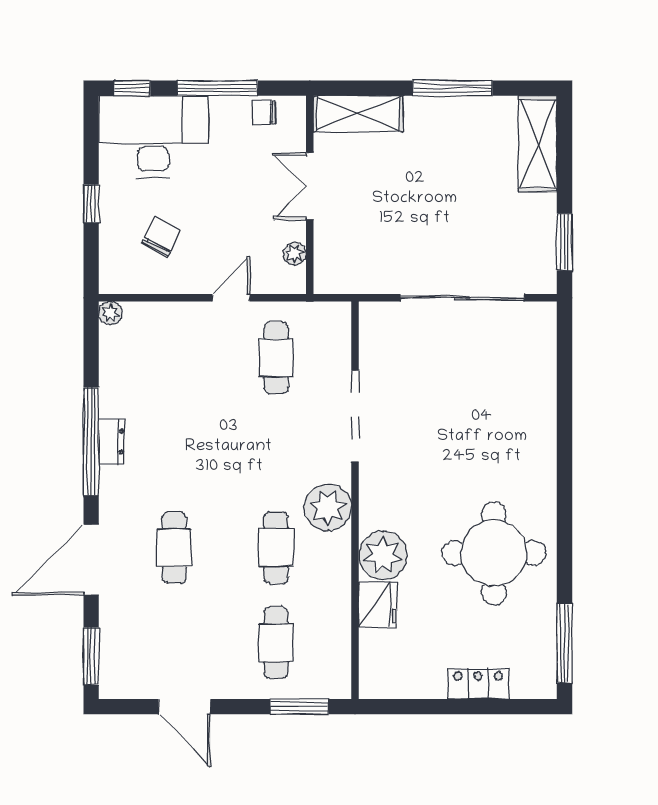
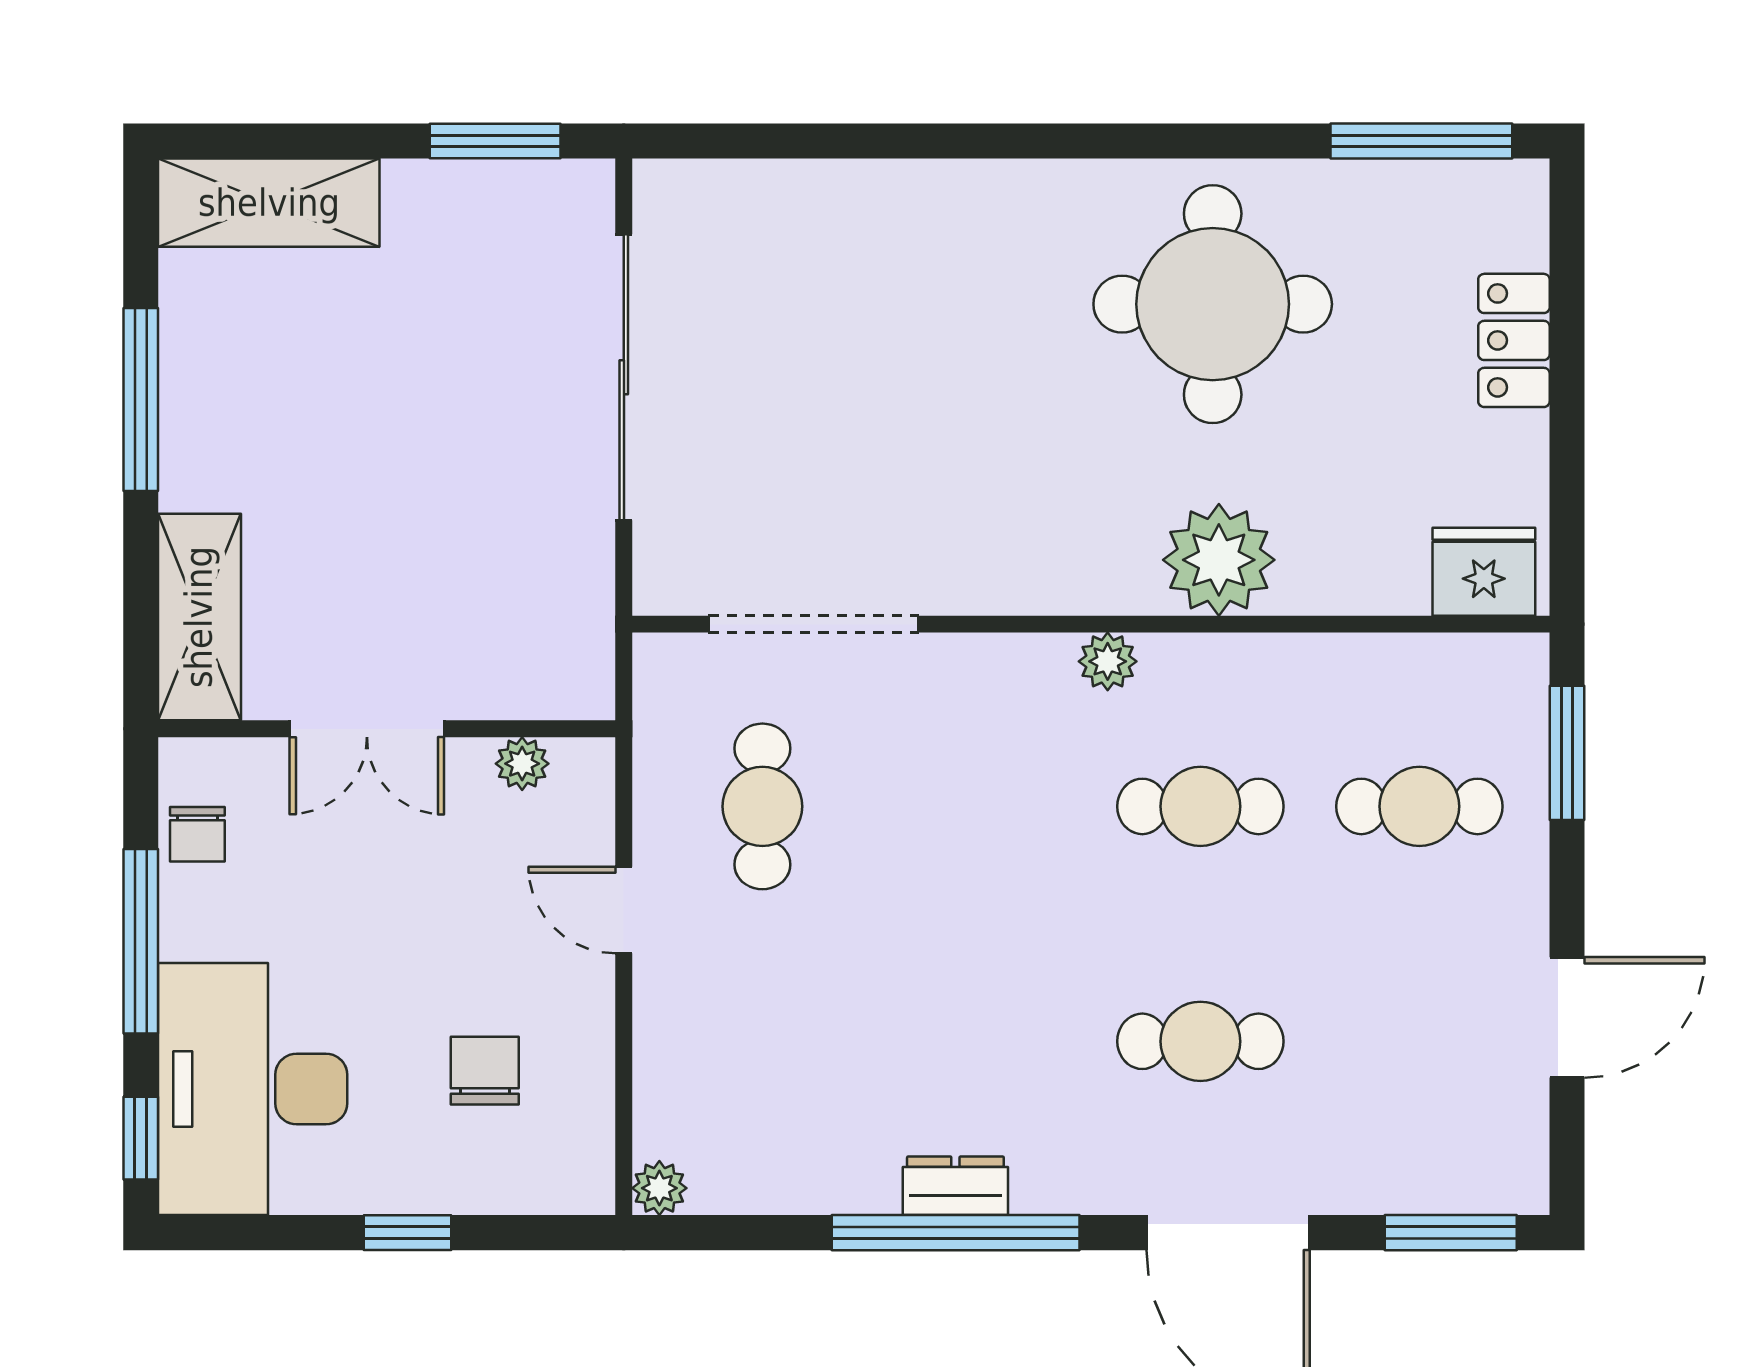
chair: (161, 237) -> (485, 1071), turned 62
cafe table: (276, 358) -> (762, 806), turned 90
doorway: (355, 416) -> (813, 624), moved
plant: (328, 507) -> (1108, 661), width x0.53, depth x0.53
fridge: (378, 605) -> (1484, 572), moved

